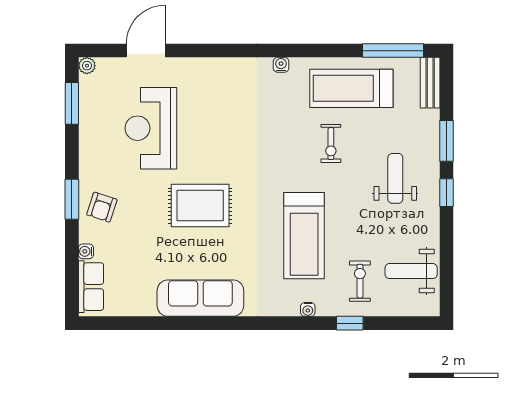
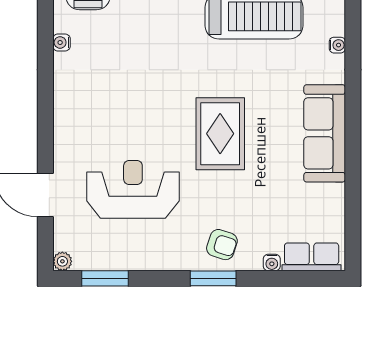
reception desk: (151, 128) -> (133, 189), turned 180
water cooler: (308, 309) -> (337, 45), moved

